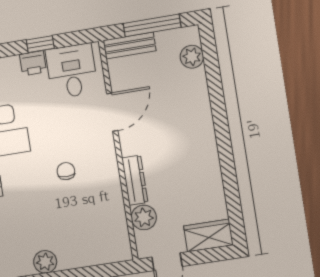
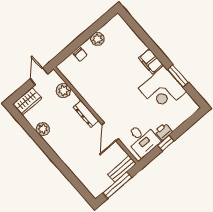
plant: (192, 57) -> (43, 129), moved
chair: (66, 171) -> (80, 54), moved
dresser: (135, 180) -> (86, 114), moved

